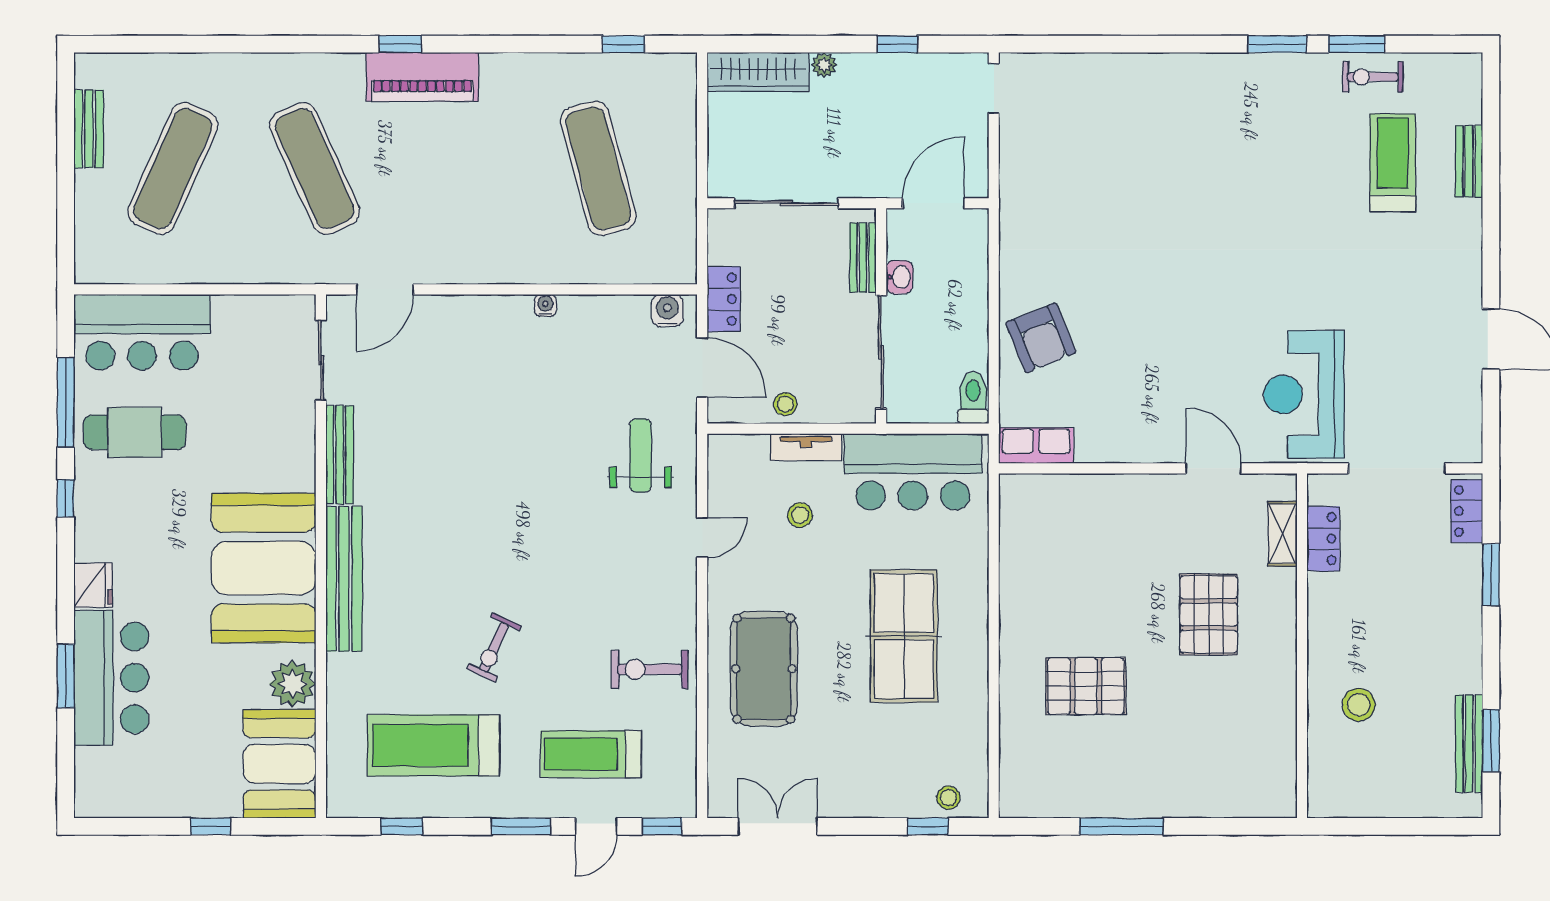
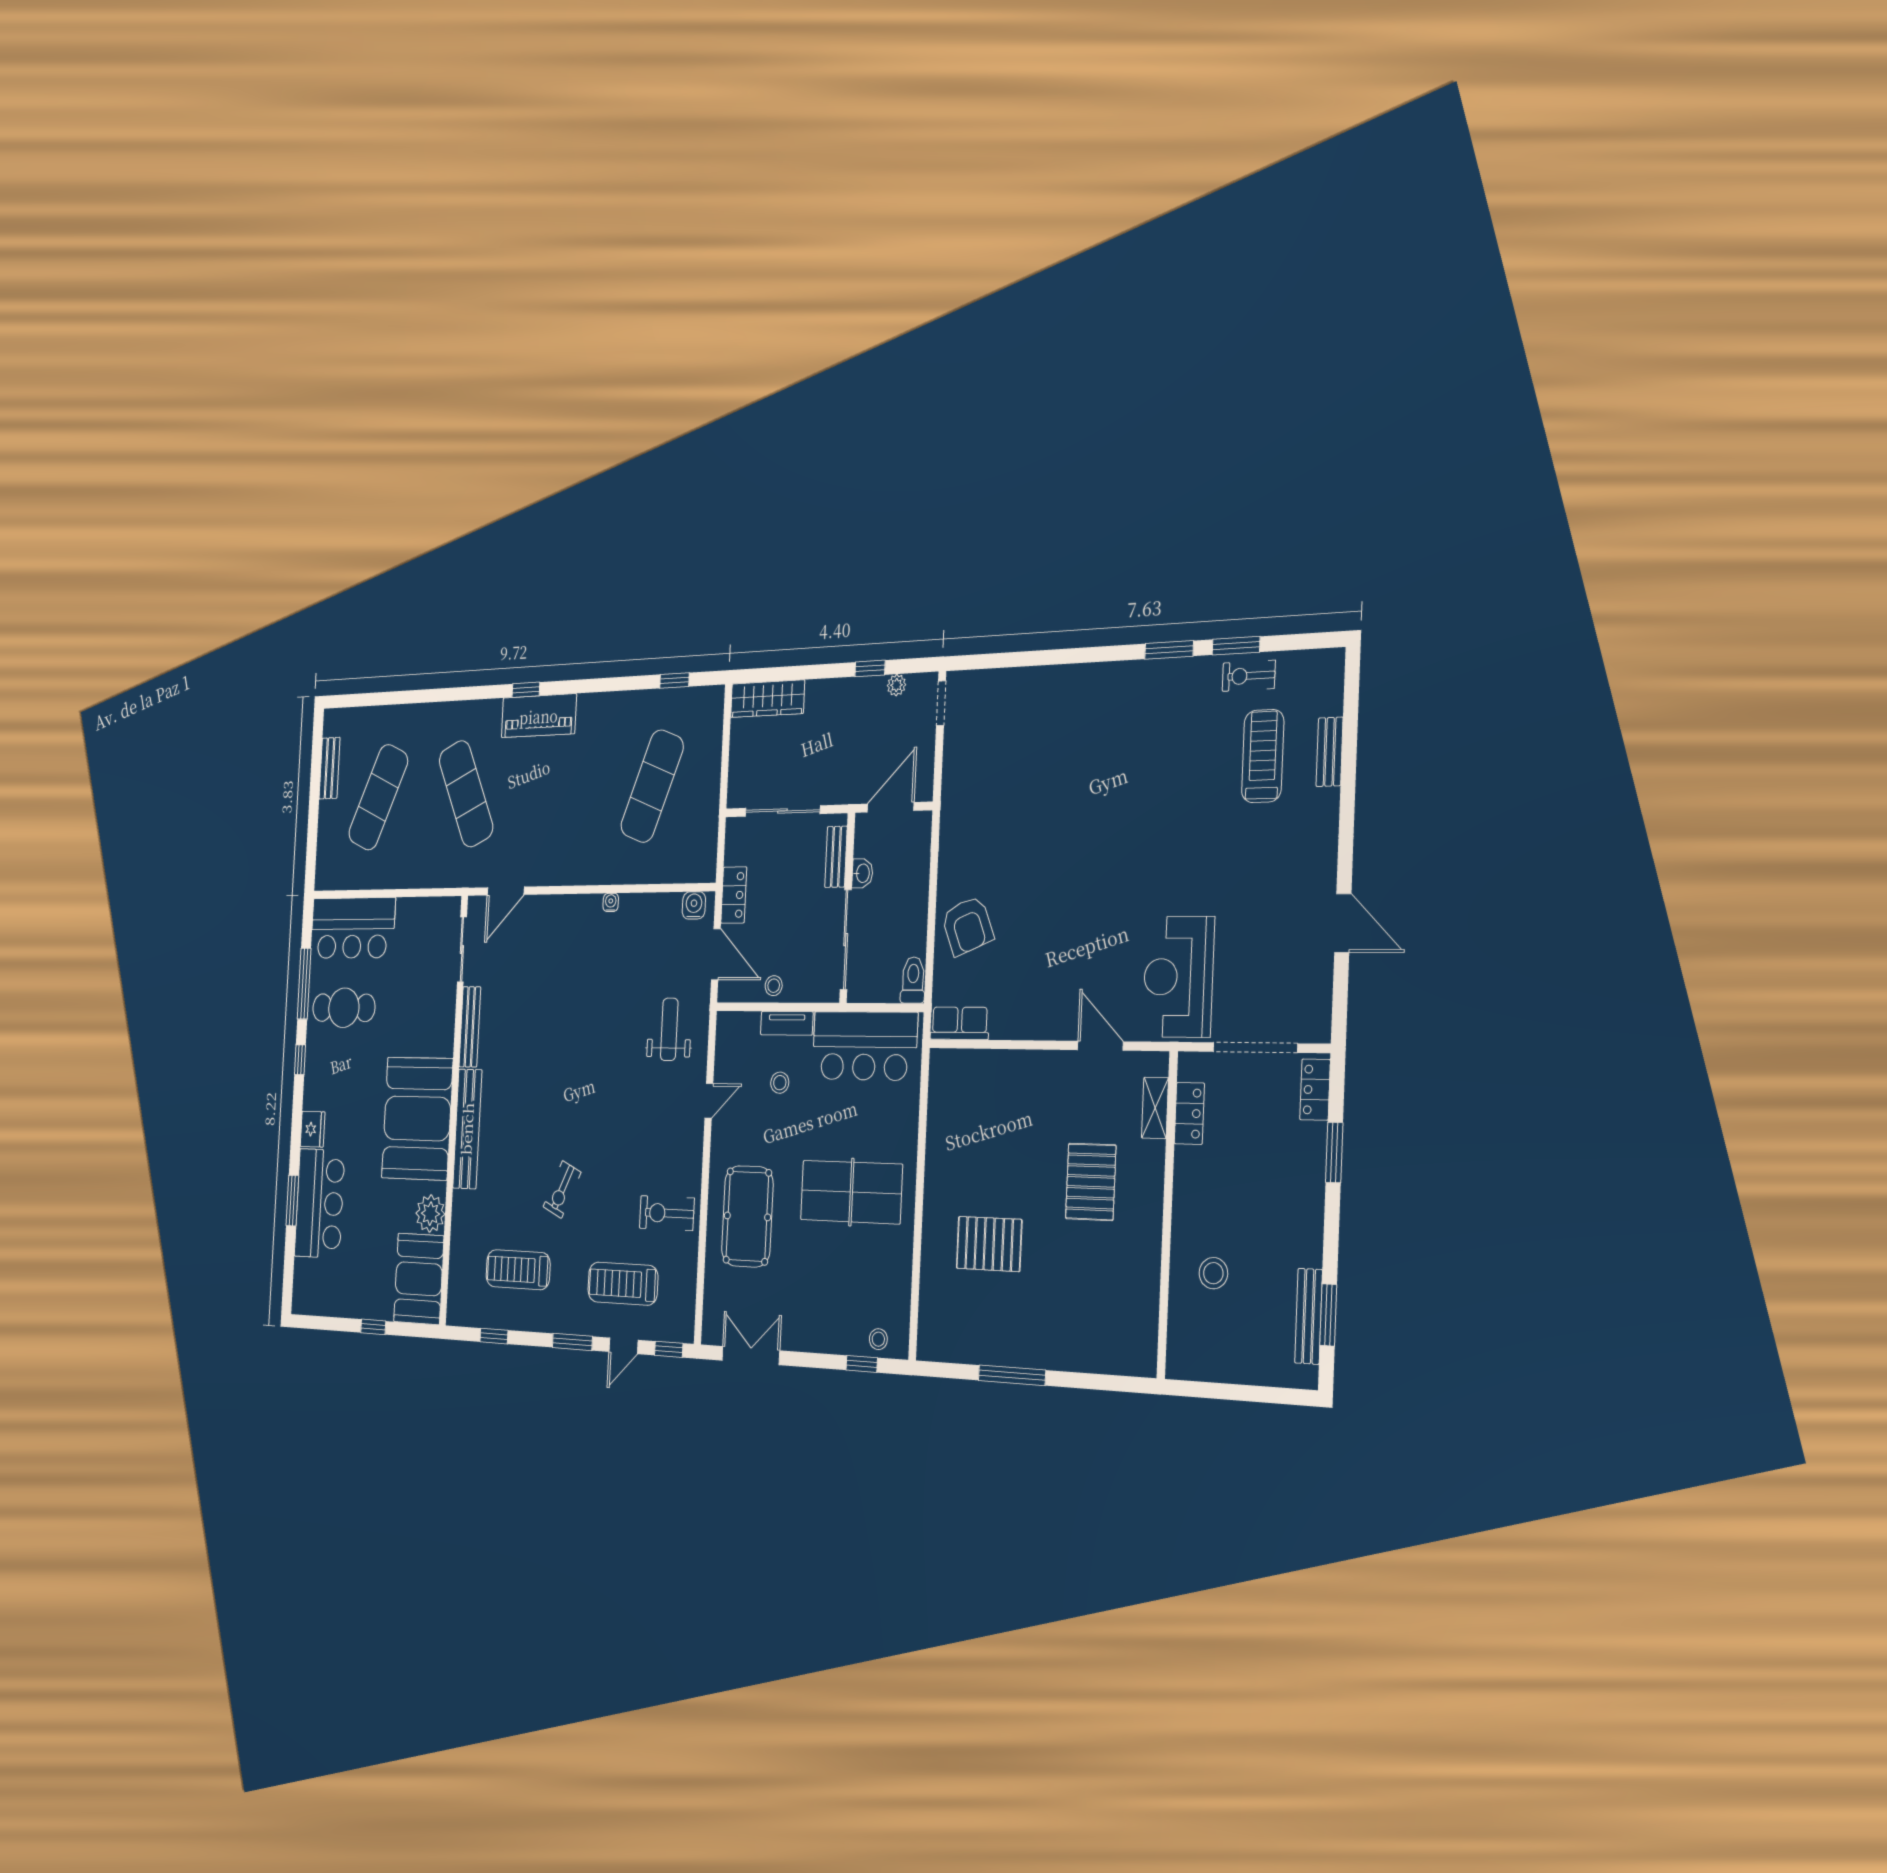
plant: (824, 65) -> (896, 685), moved
exercise mat: (598, 168) -> (652, 786), turned 36
table tennis table: (904, 636) -> (851, 1192), turned 90
treadmill: (434, 745) -> (518, 1270), width x0.73, depth x0.73

